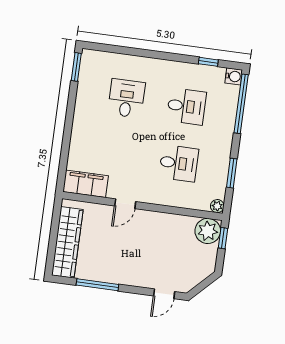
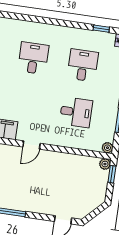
desk: (186, 106) -> (83, 65), turned -90
plant: (208, 231) -> (105, 164), width x0.53, depth x0.53

